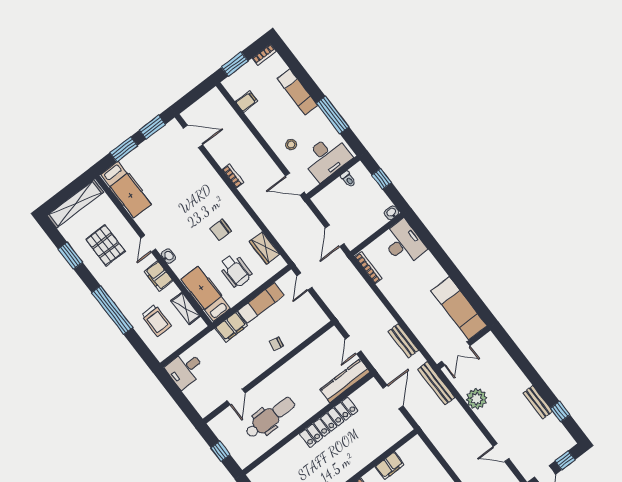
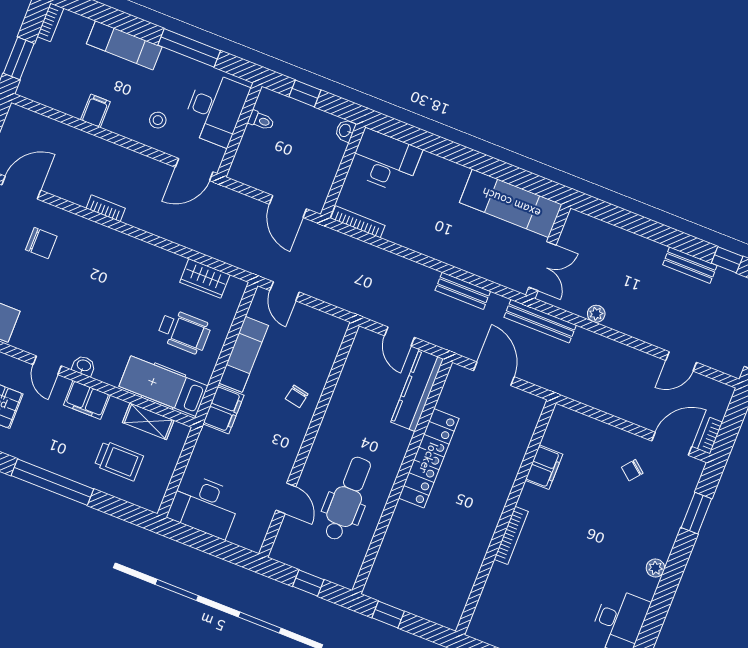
filing cabinet: (247, 102) -> (95, 111), moved
chair: (221, 230) -> (41, 243), moved, turned -90
desk: (185, 369) -> (204, 506), width x1.37
plant: (477, 399) -> (596, 314), width x0.53, depth x0.53

